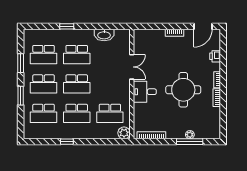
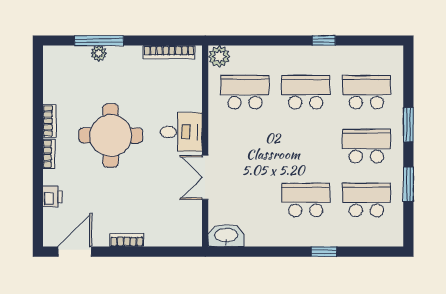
washbasin: (104, 35) -> (226, 236), moved
school desk: (77, 84) -> (306, 146), removed

